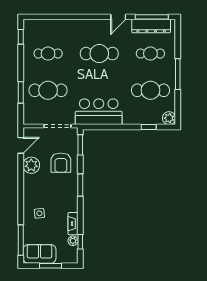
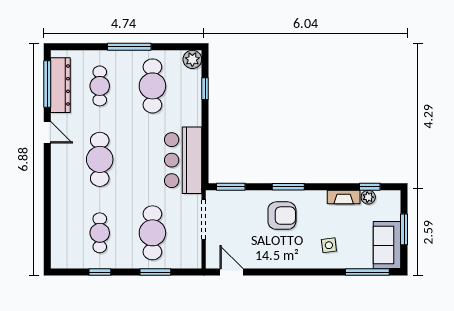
window: (21, 37) -> (100, 272), moved
armchair: (61, 163) -> (282, 216), moved
plant: (31, 165) -> (260, 257), removed

